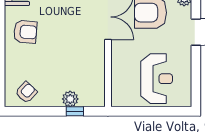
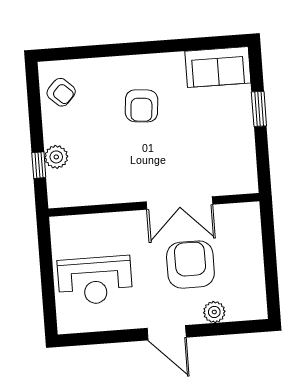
armchair: (25, 32) -> (141, 106), moved

